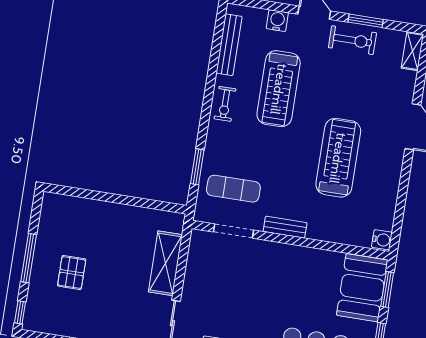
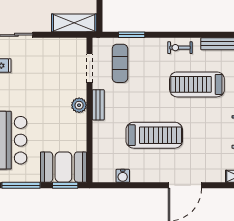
water cooler: (382, 240) -> (123, 176), moved
plant: (281, 253) -> (79, 105), added
shelving: (165, 263) -> (74, 23), moved

